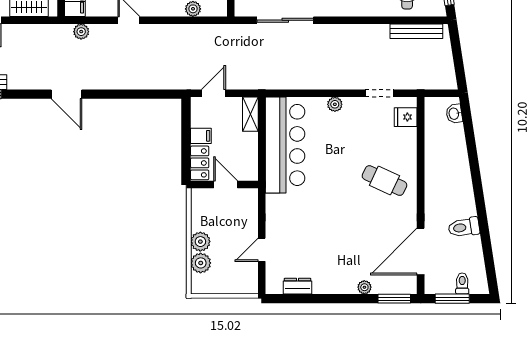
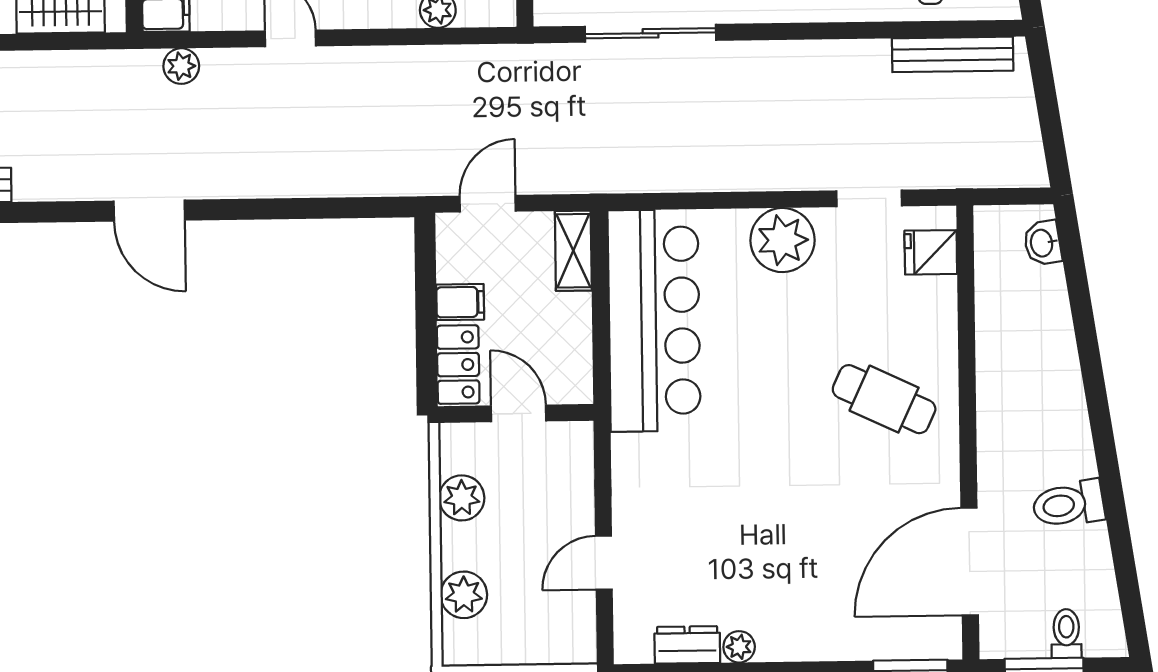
plant: (335, 104) -> (783, 240), width x1.88, depth x1.88
plant: (200, 242) -> (462, 498), moved
plant: (364, 287) -> (739, 647), moved

